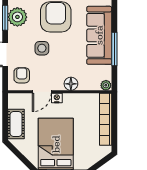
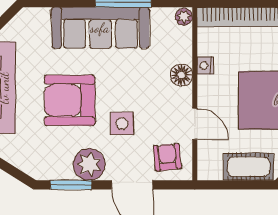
plant: (17, 17) -> (89, 164), moved
armchair: (22, 75) -> (167, 157), turned 84
nightstand: (57, 98) -> (205, 66), moved

